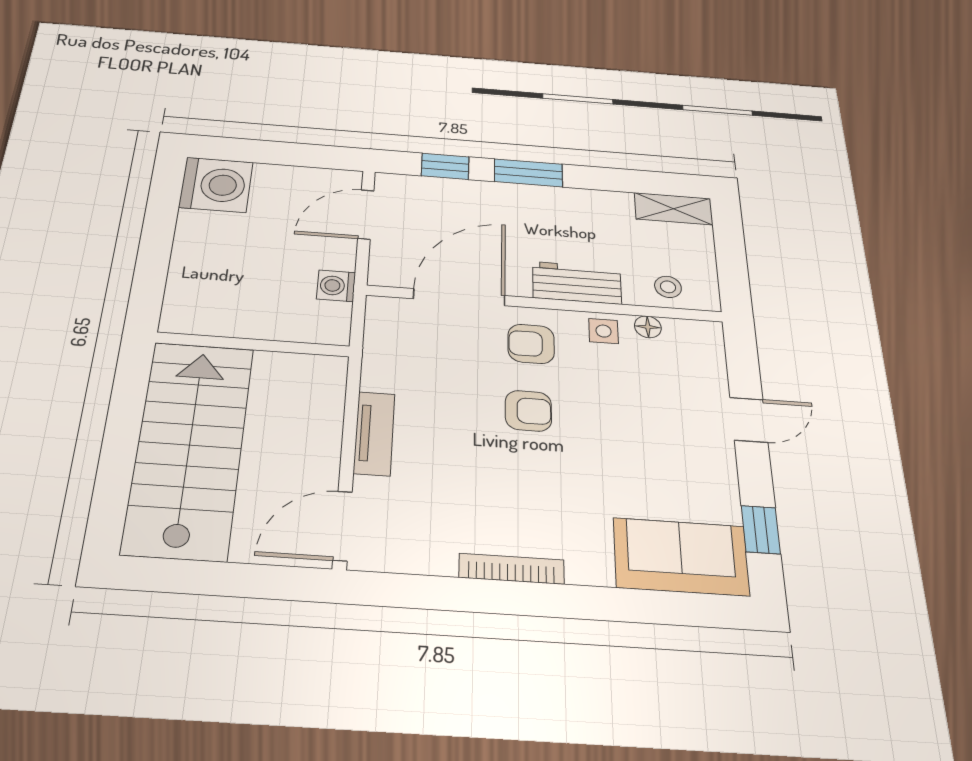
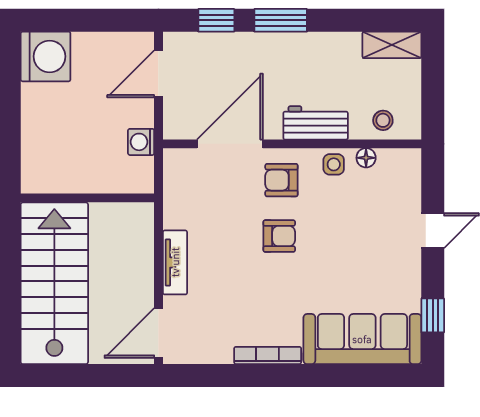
sofa: (681, 557) -> (362, 339), width x1.36

